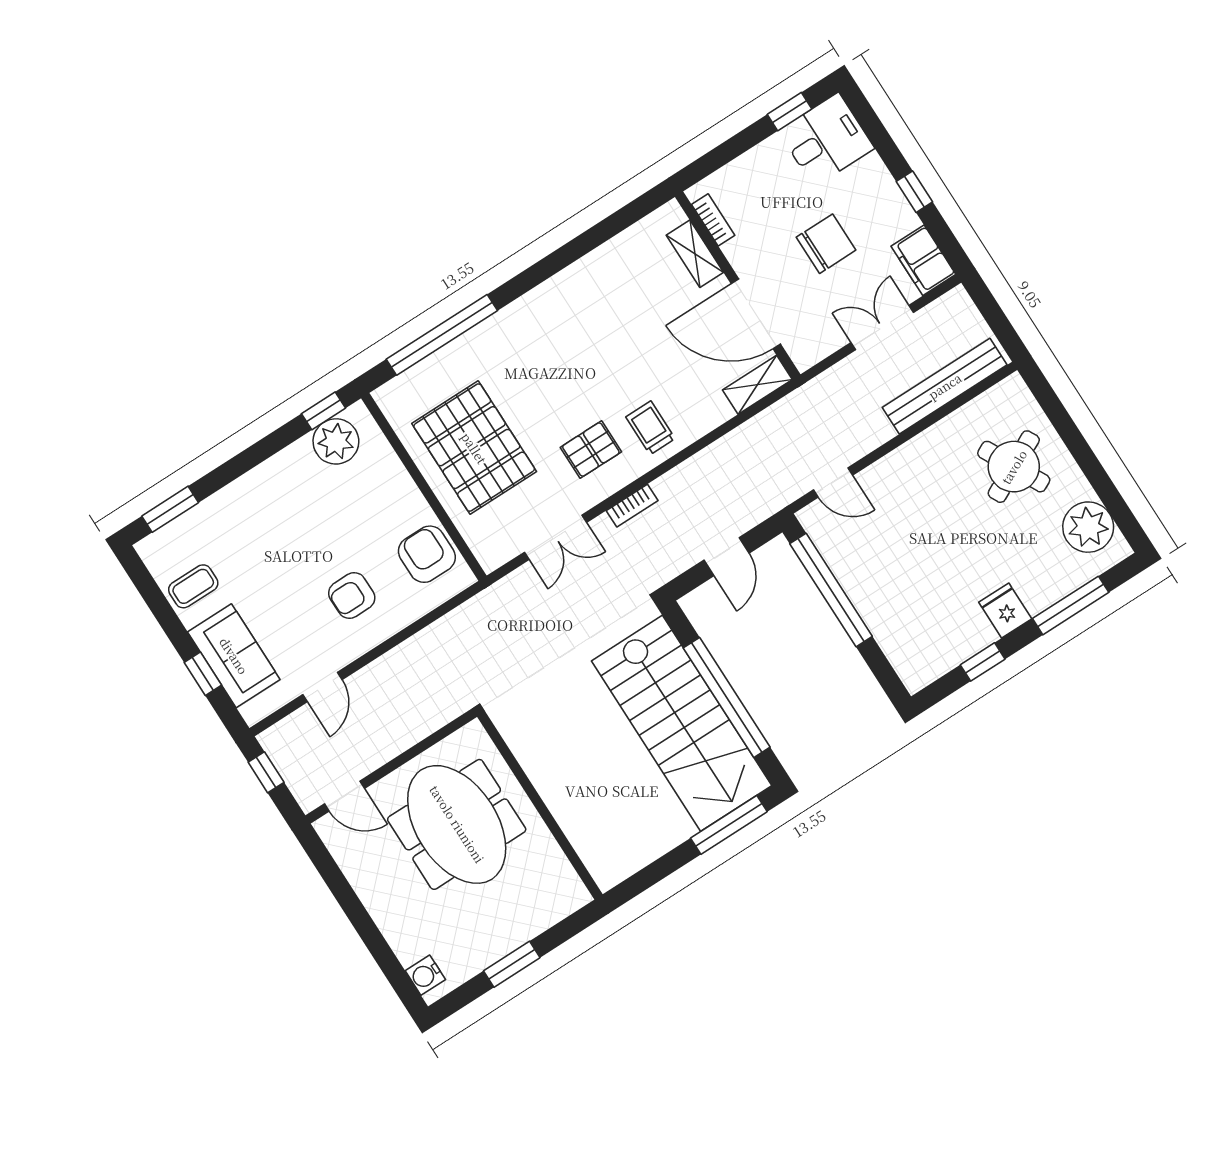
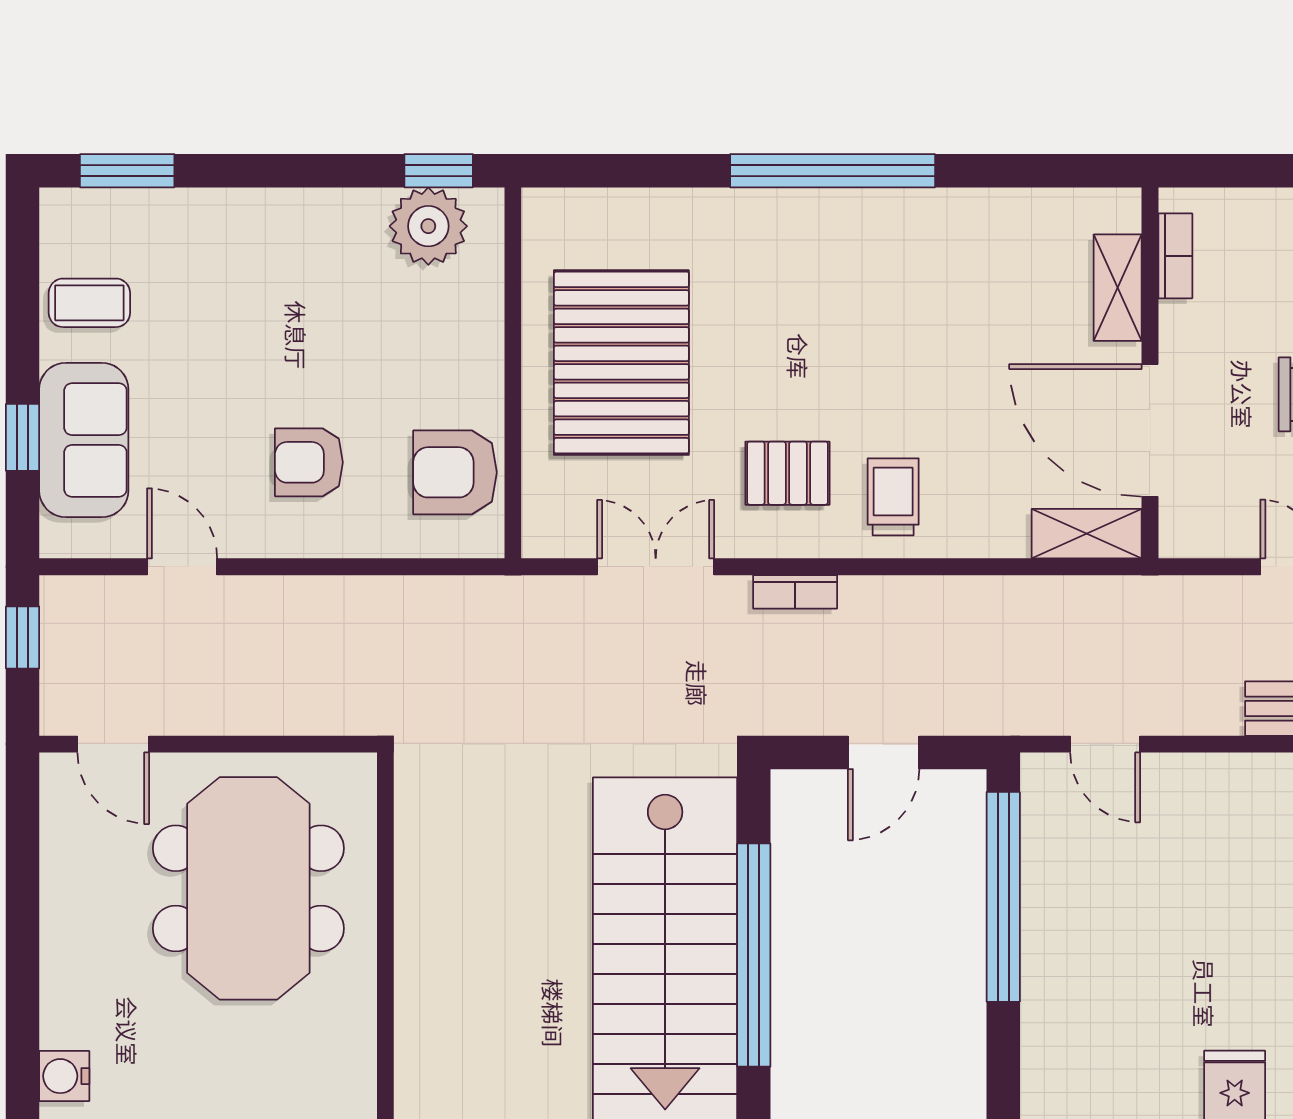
window: (442, 335) -> (833, 171), moved
double door: (556, 537) -> (656, 567), swing flipped
armchair: (427, 554) -> (455, 472), turned -90
door: (322, 687) -> (182, 567), swing flipped

